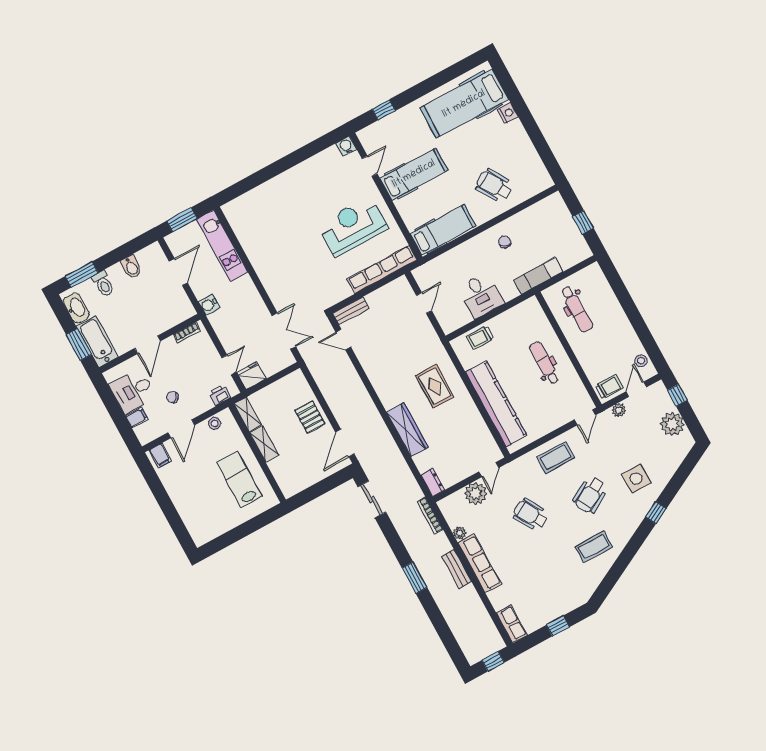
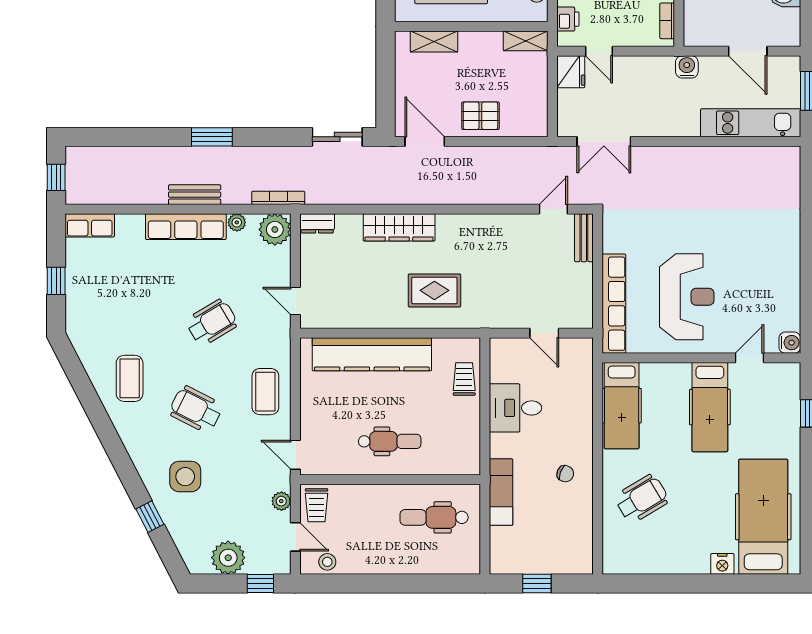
door: (370, 166) -> (750, 358), swing flipped
shelving: (264, 444) -> (434, 41), moved
plant: (476, 493) -> (275, 229), moved
wheelchair: (590, 495) -> (196, 409), turned -33
window: (656, 513) -> (150, 517), moved

